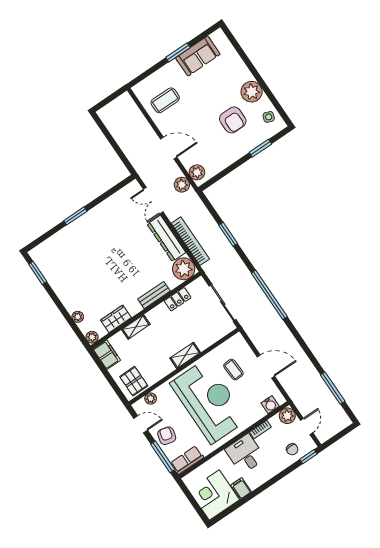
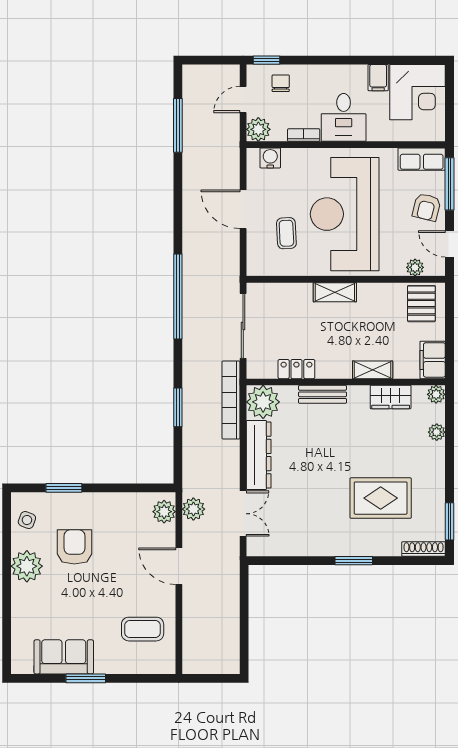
bookcase: (190, 241) -> (231, 400), moved
shoe rack: (42, 248) -> (424, 549), added
rug: (84, 260) -> (381, 498), added

